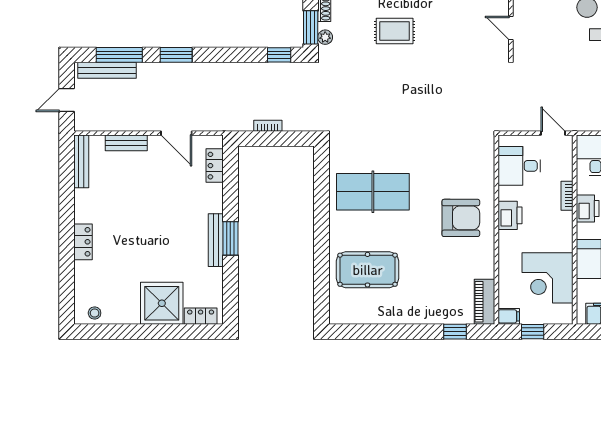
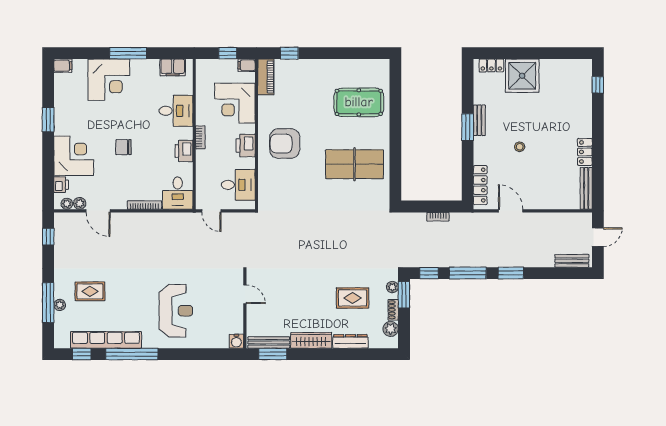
rug: (395, 31) -> (353, 298), moved
window: (119, 55) -> (468, 273), moved
bench: (107, 70) -> (572, 261), width x0.73
bench: (126, 143) -> (550, 203), removed
locker: (215, 166) -> (480, 185), width x1.53
bookcase: (567, 196) -> (200, 137), moved
bench: (216, 240) -> (479, 120), width x0.73
locker: (83, 242) -> (585, 152), moved
corner desk: (548, 278) -> (235, 103), moved, turned 180
window: (67, 292) -> (598, 85), added
stool: (95, 313) -> (520, 147), moved

